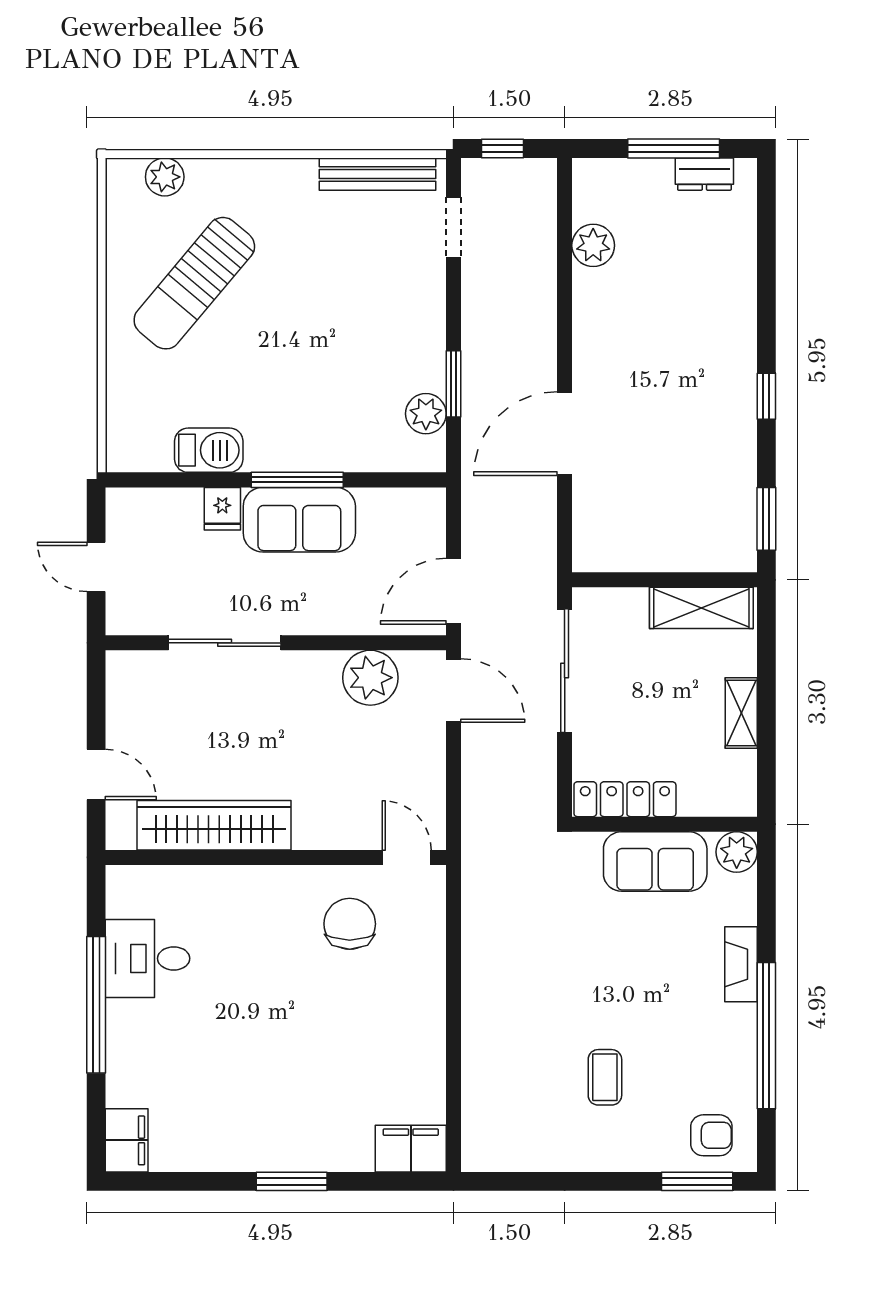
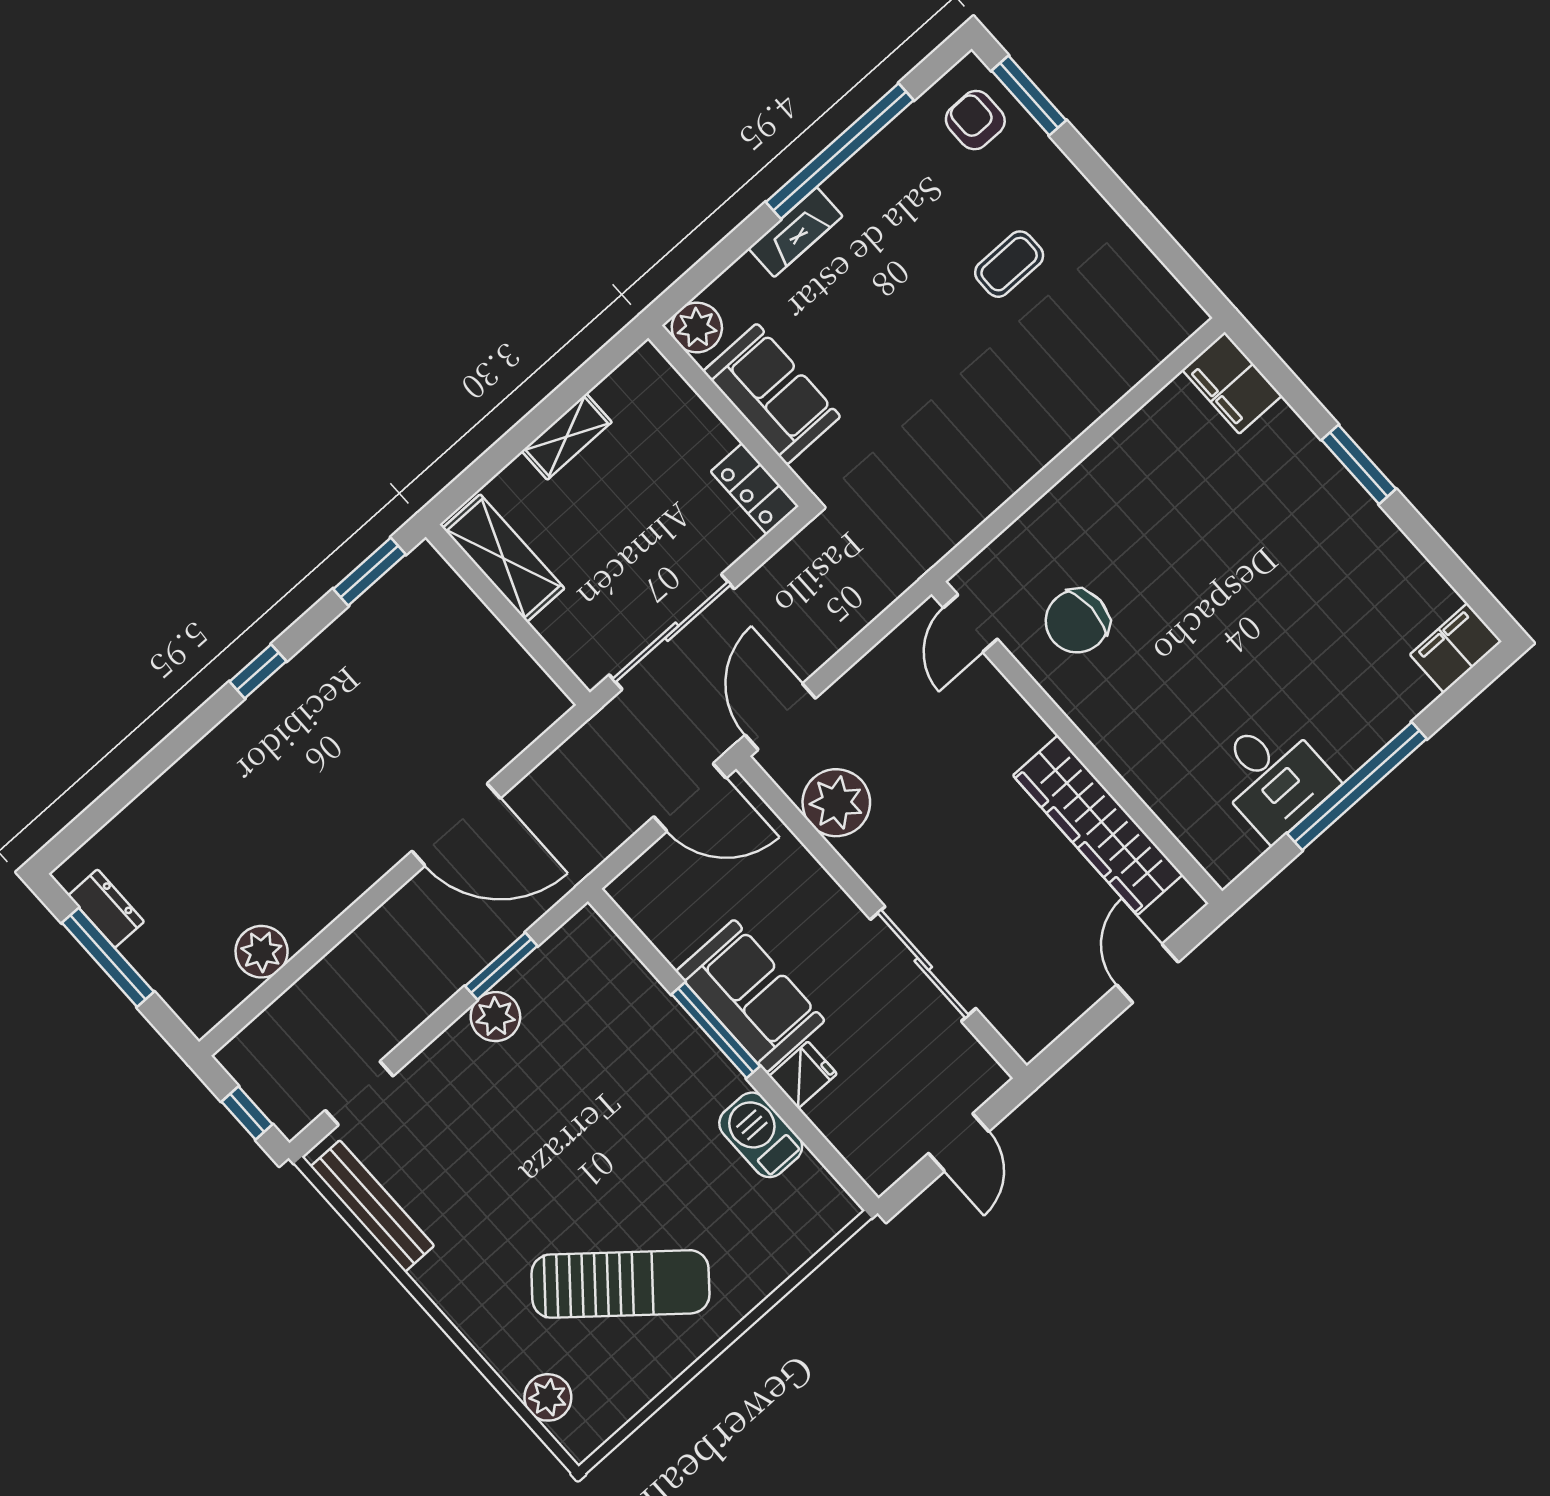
plant: (426, 414) -> (495, 1017), moved
locker: (625, 799) -> (755, 489), width x0.66

